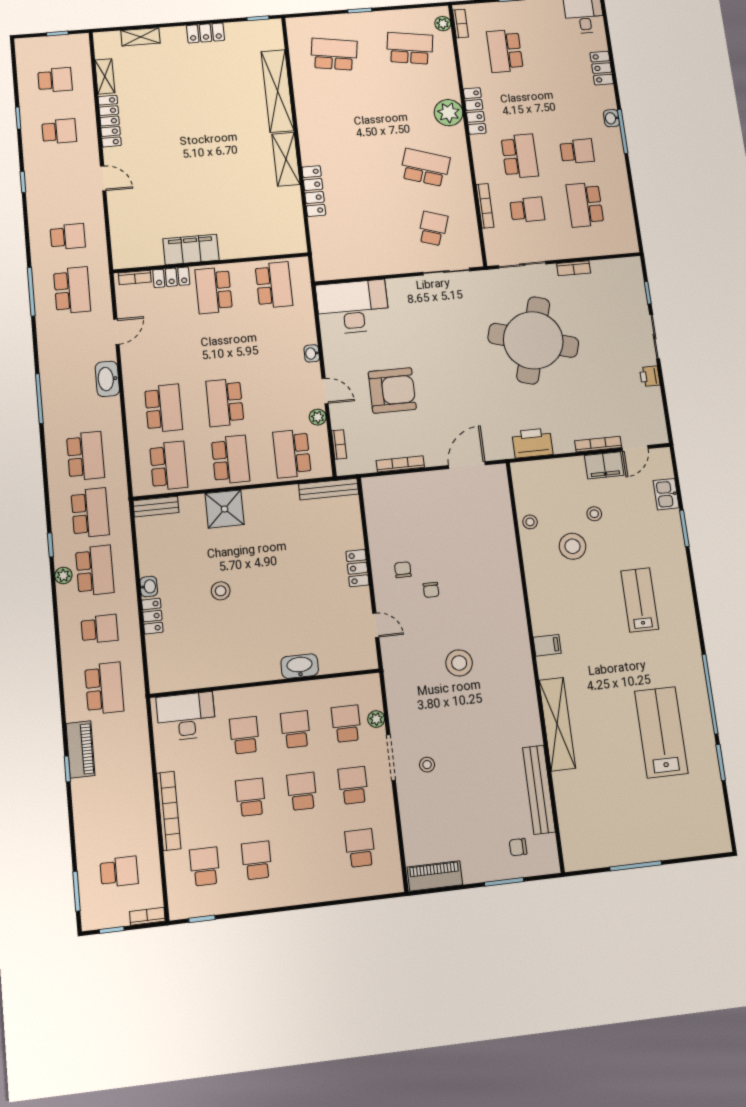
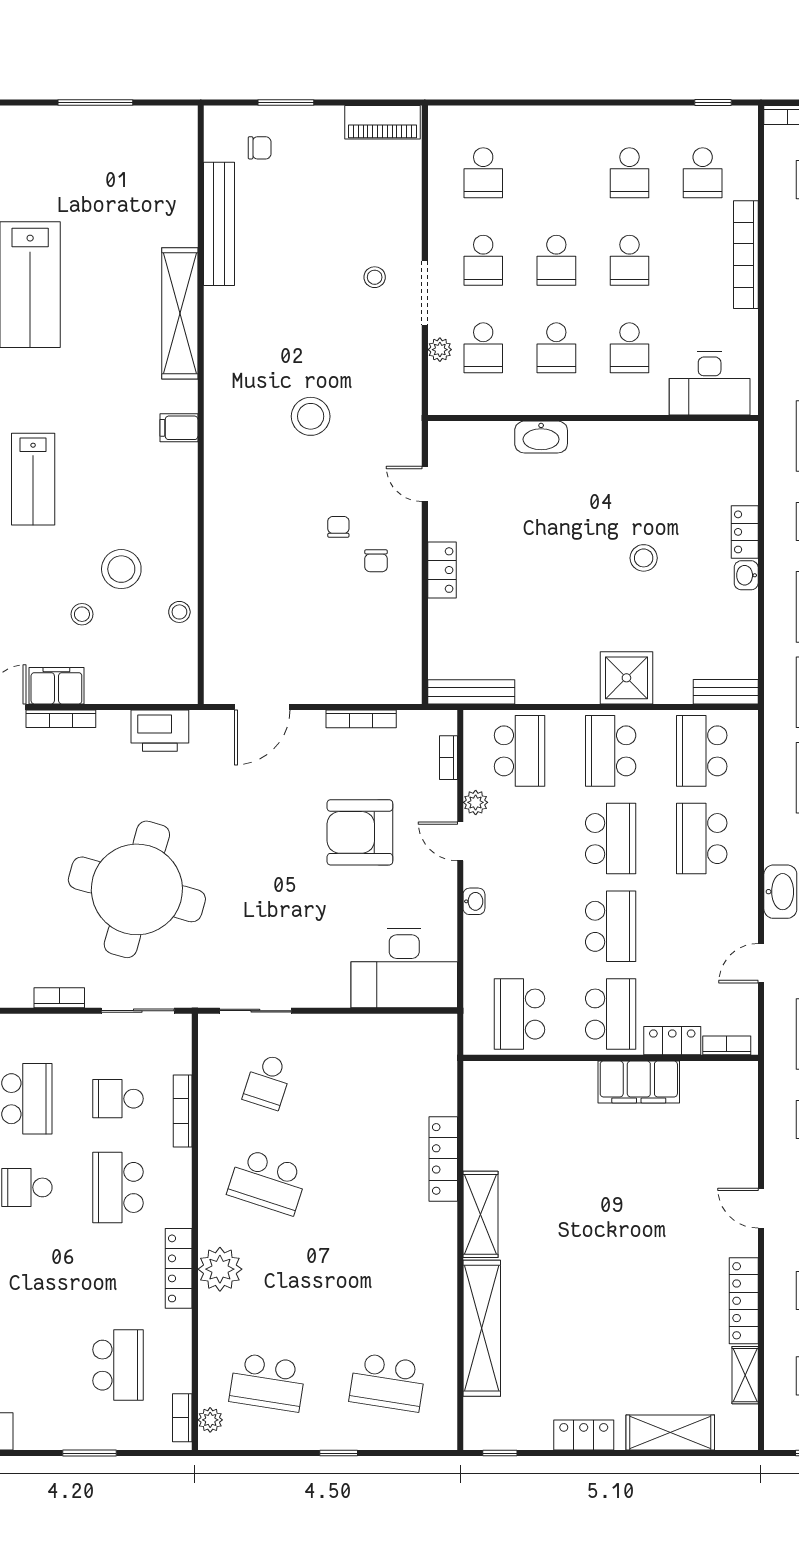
shelving: (140, 37) -> (670, 1432), width x1.50, depth x1.33
school desk: (219, 346) -> (611, 926), added

